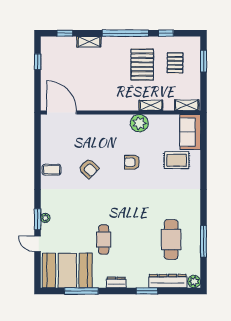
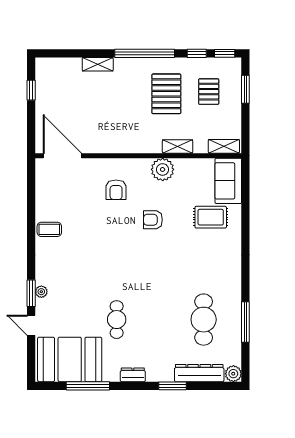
window: (65, 33) -> (225, 53), moved
armchair: (89, 168) -> (116, 190), moved, turned 45

